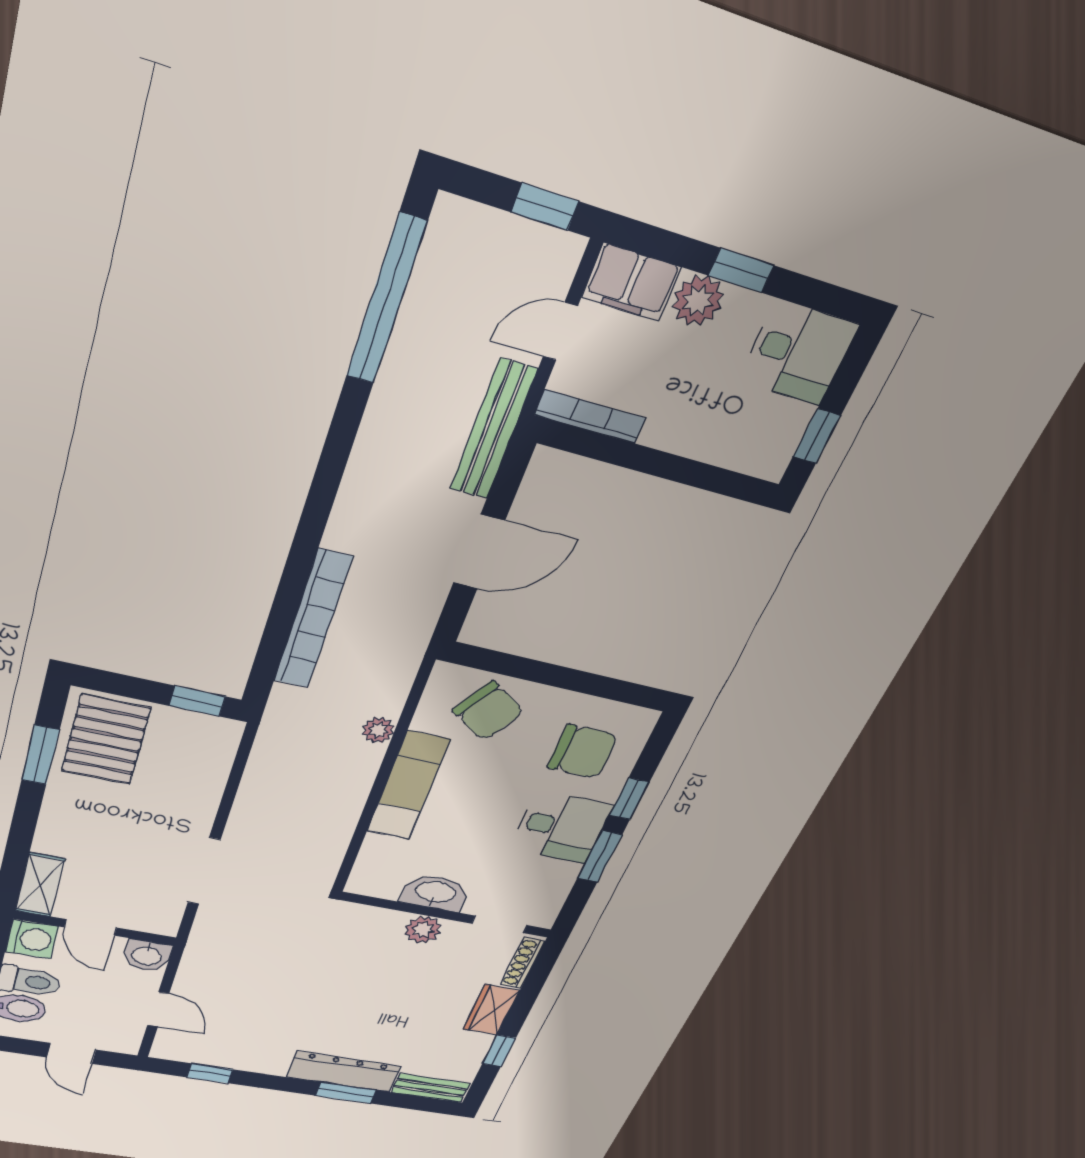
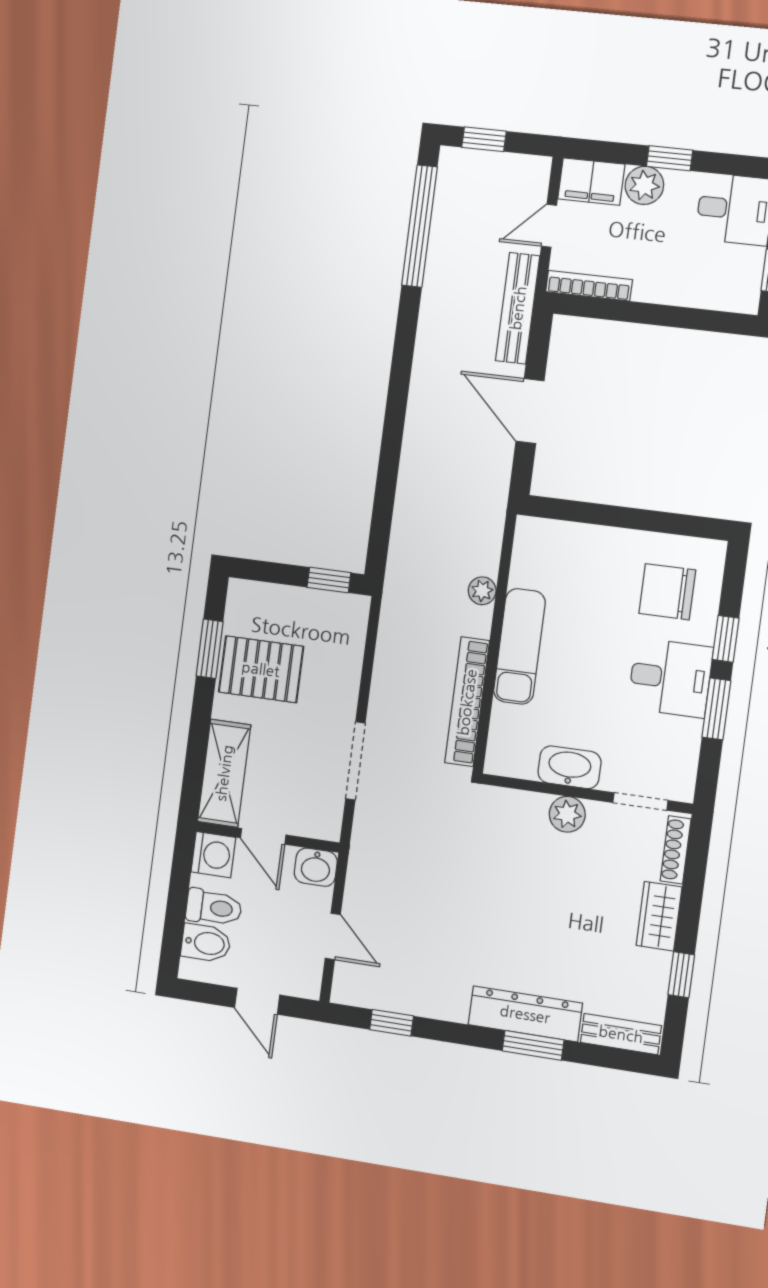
window: (545, 207) -> (484, 139), moved
door: (479, 552) -> (530, 411), swing flipped
bookcase: (313, 620) -> (467, 702), moved, turned 180
chair: (488, 711) -> (572, 560), removed
pallet: (106, 740) -> (261, 669), moved, turned 90
chair: (583, 751) -> (667, 592), turned 180
shelving: (40, 885) -> (224, 773), width x1.50, depth x1.33

